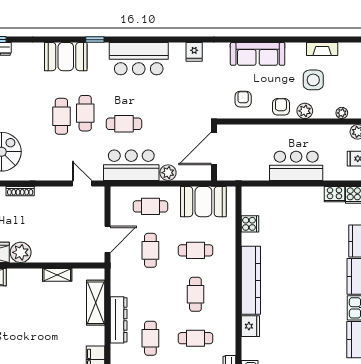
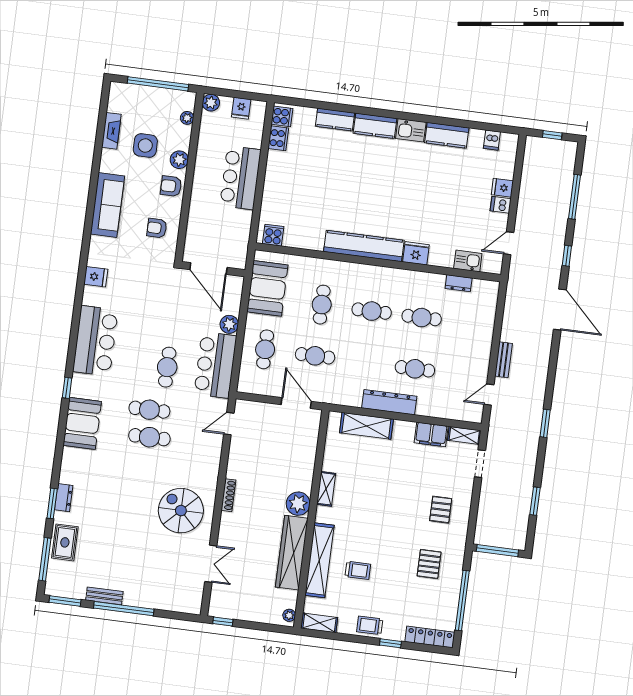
cooker: (250, 224) -> (273, 235), moved
shelving: (57, 275) -> (326, 489), moved
cafe table: (195, 338) -> (422, 318), turned 90

